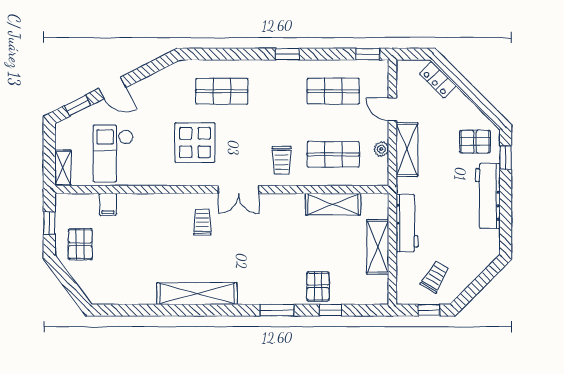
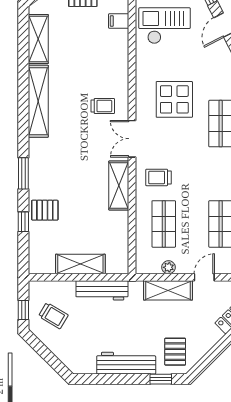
shelving: (333, 204) -> (119, 185), moved
shelving: (128, 294) -> (38, 39), added

